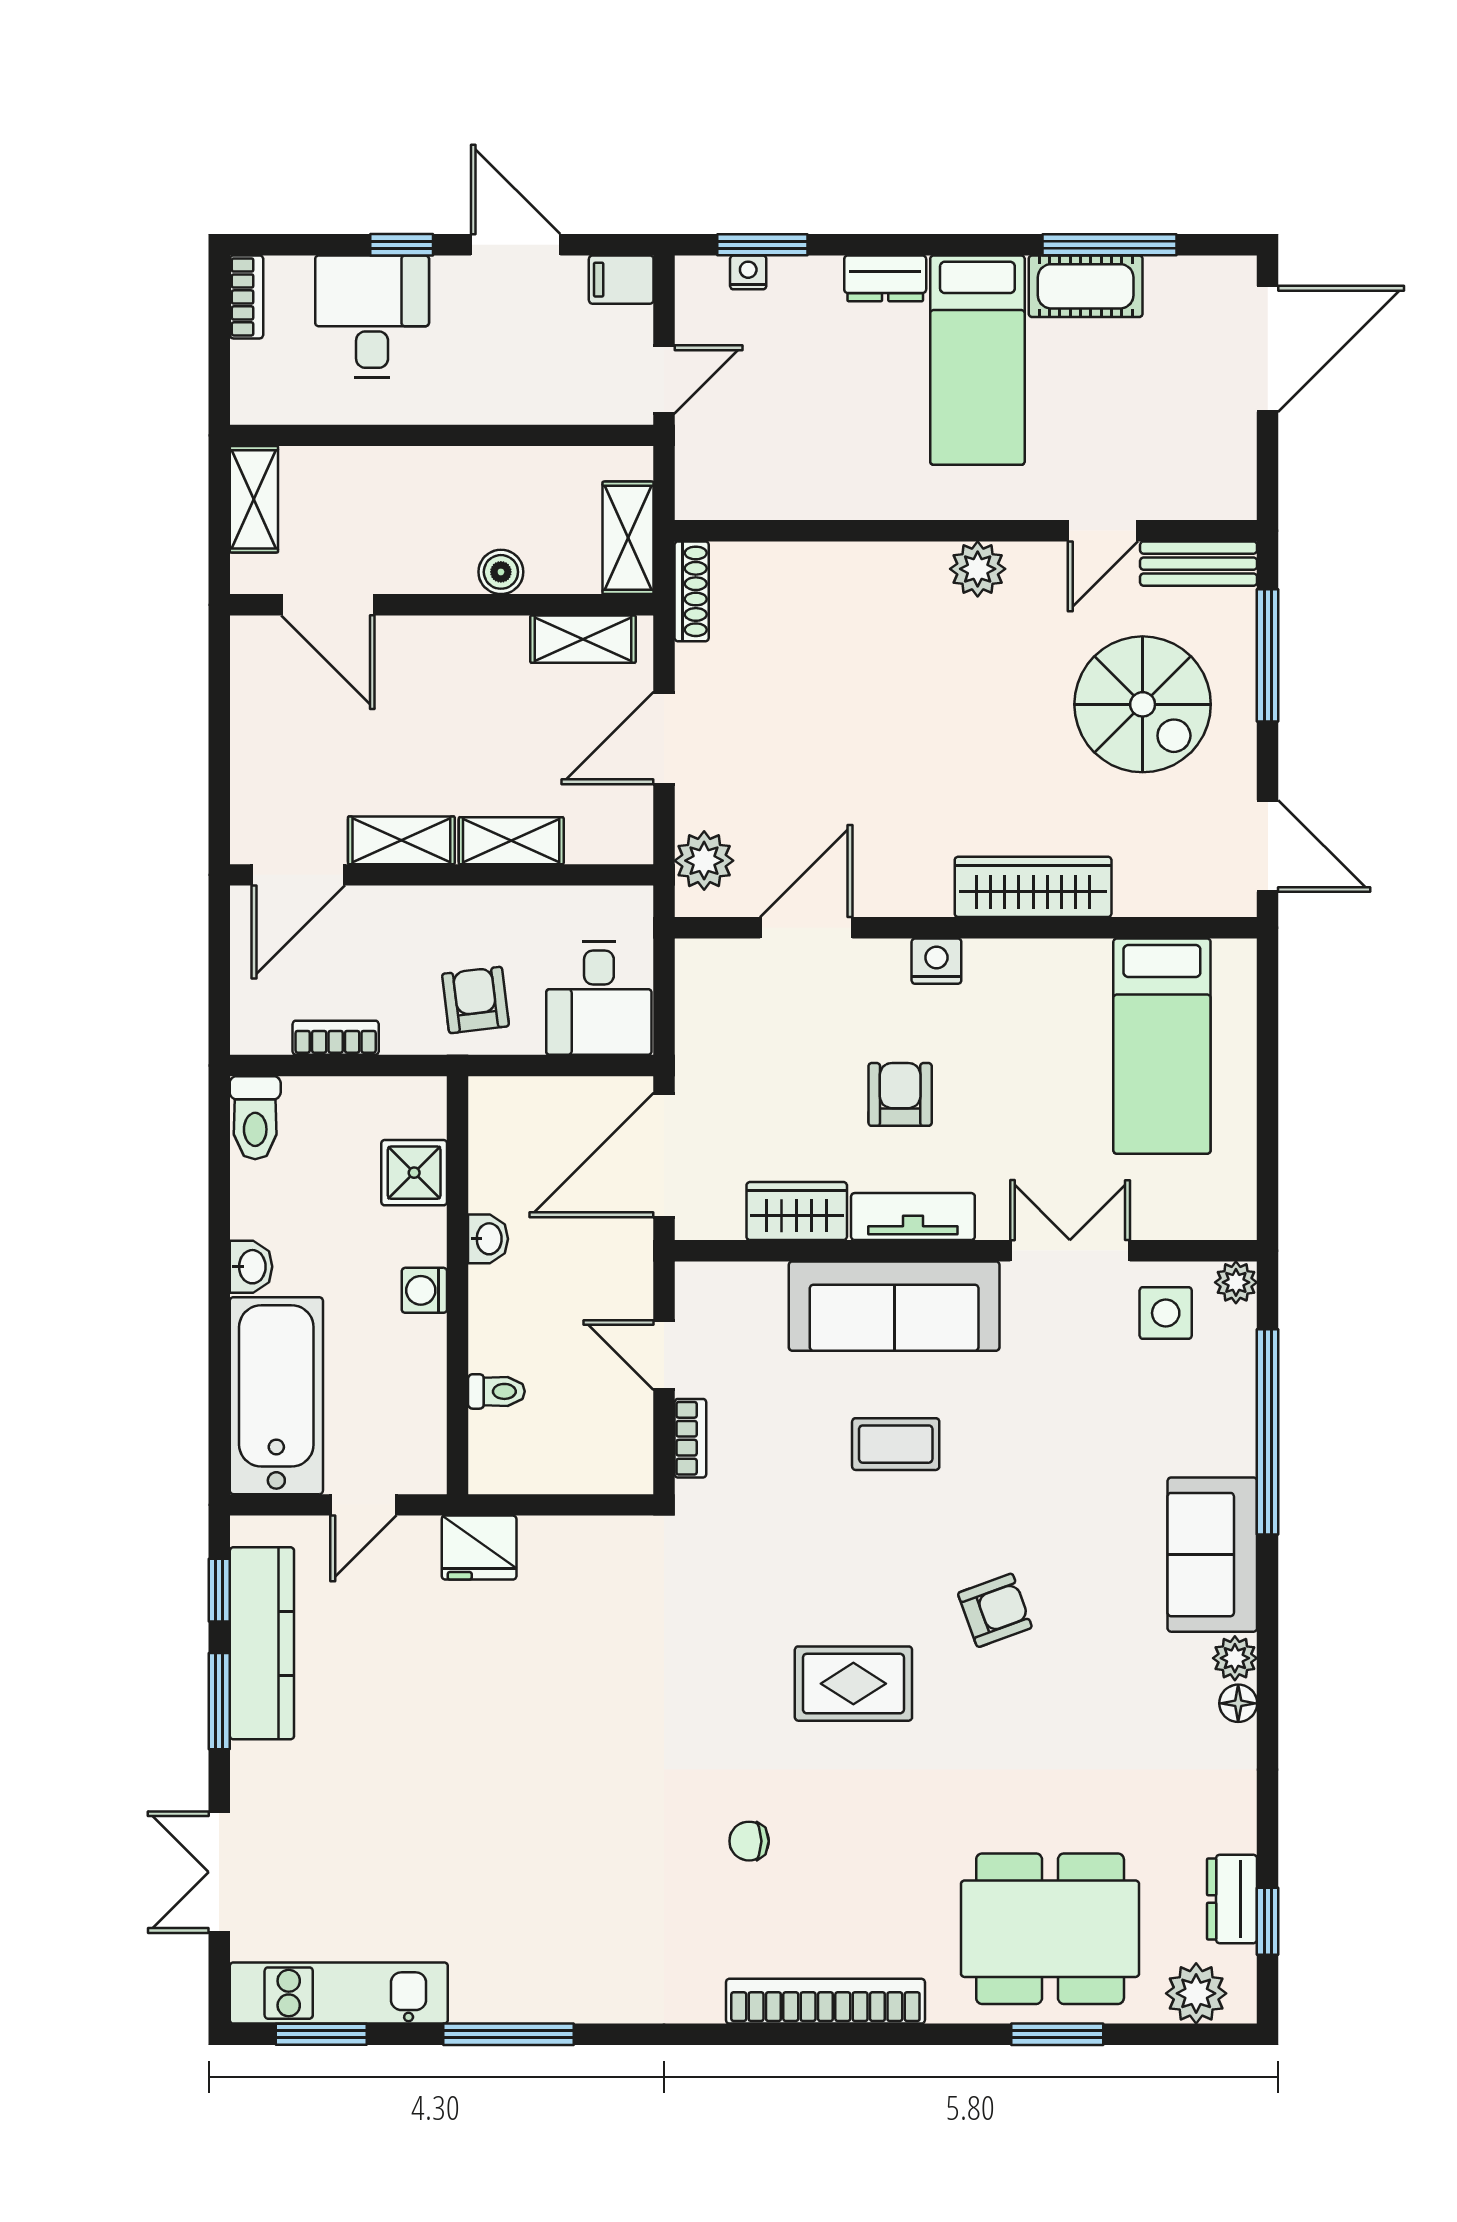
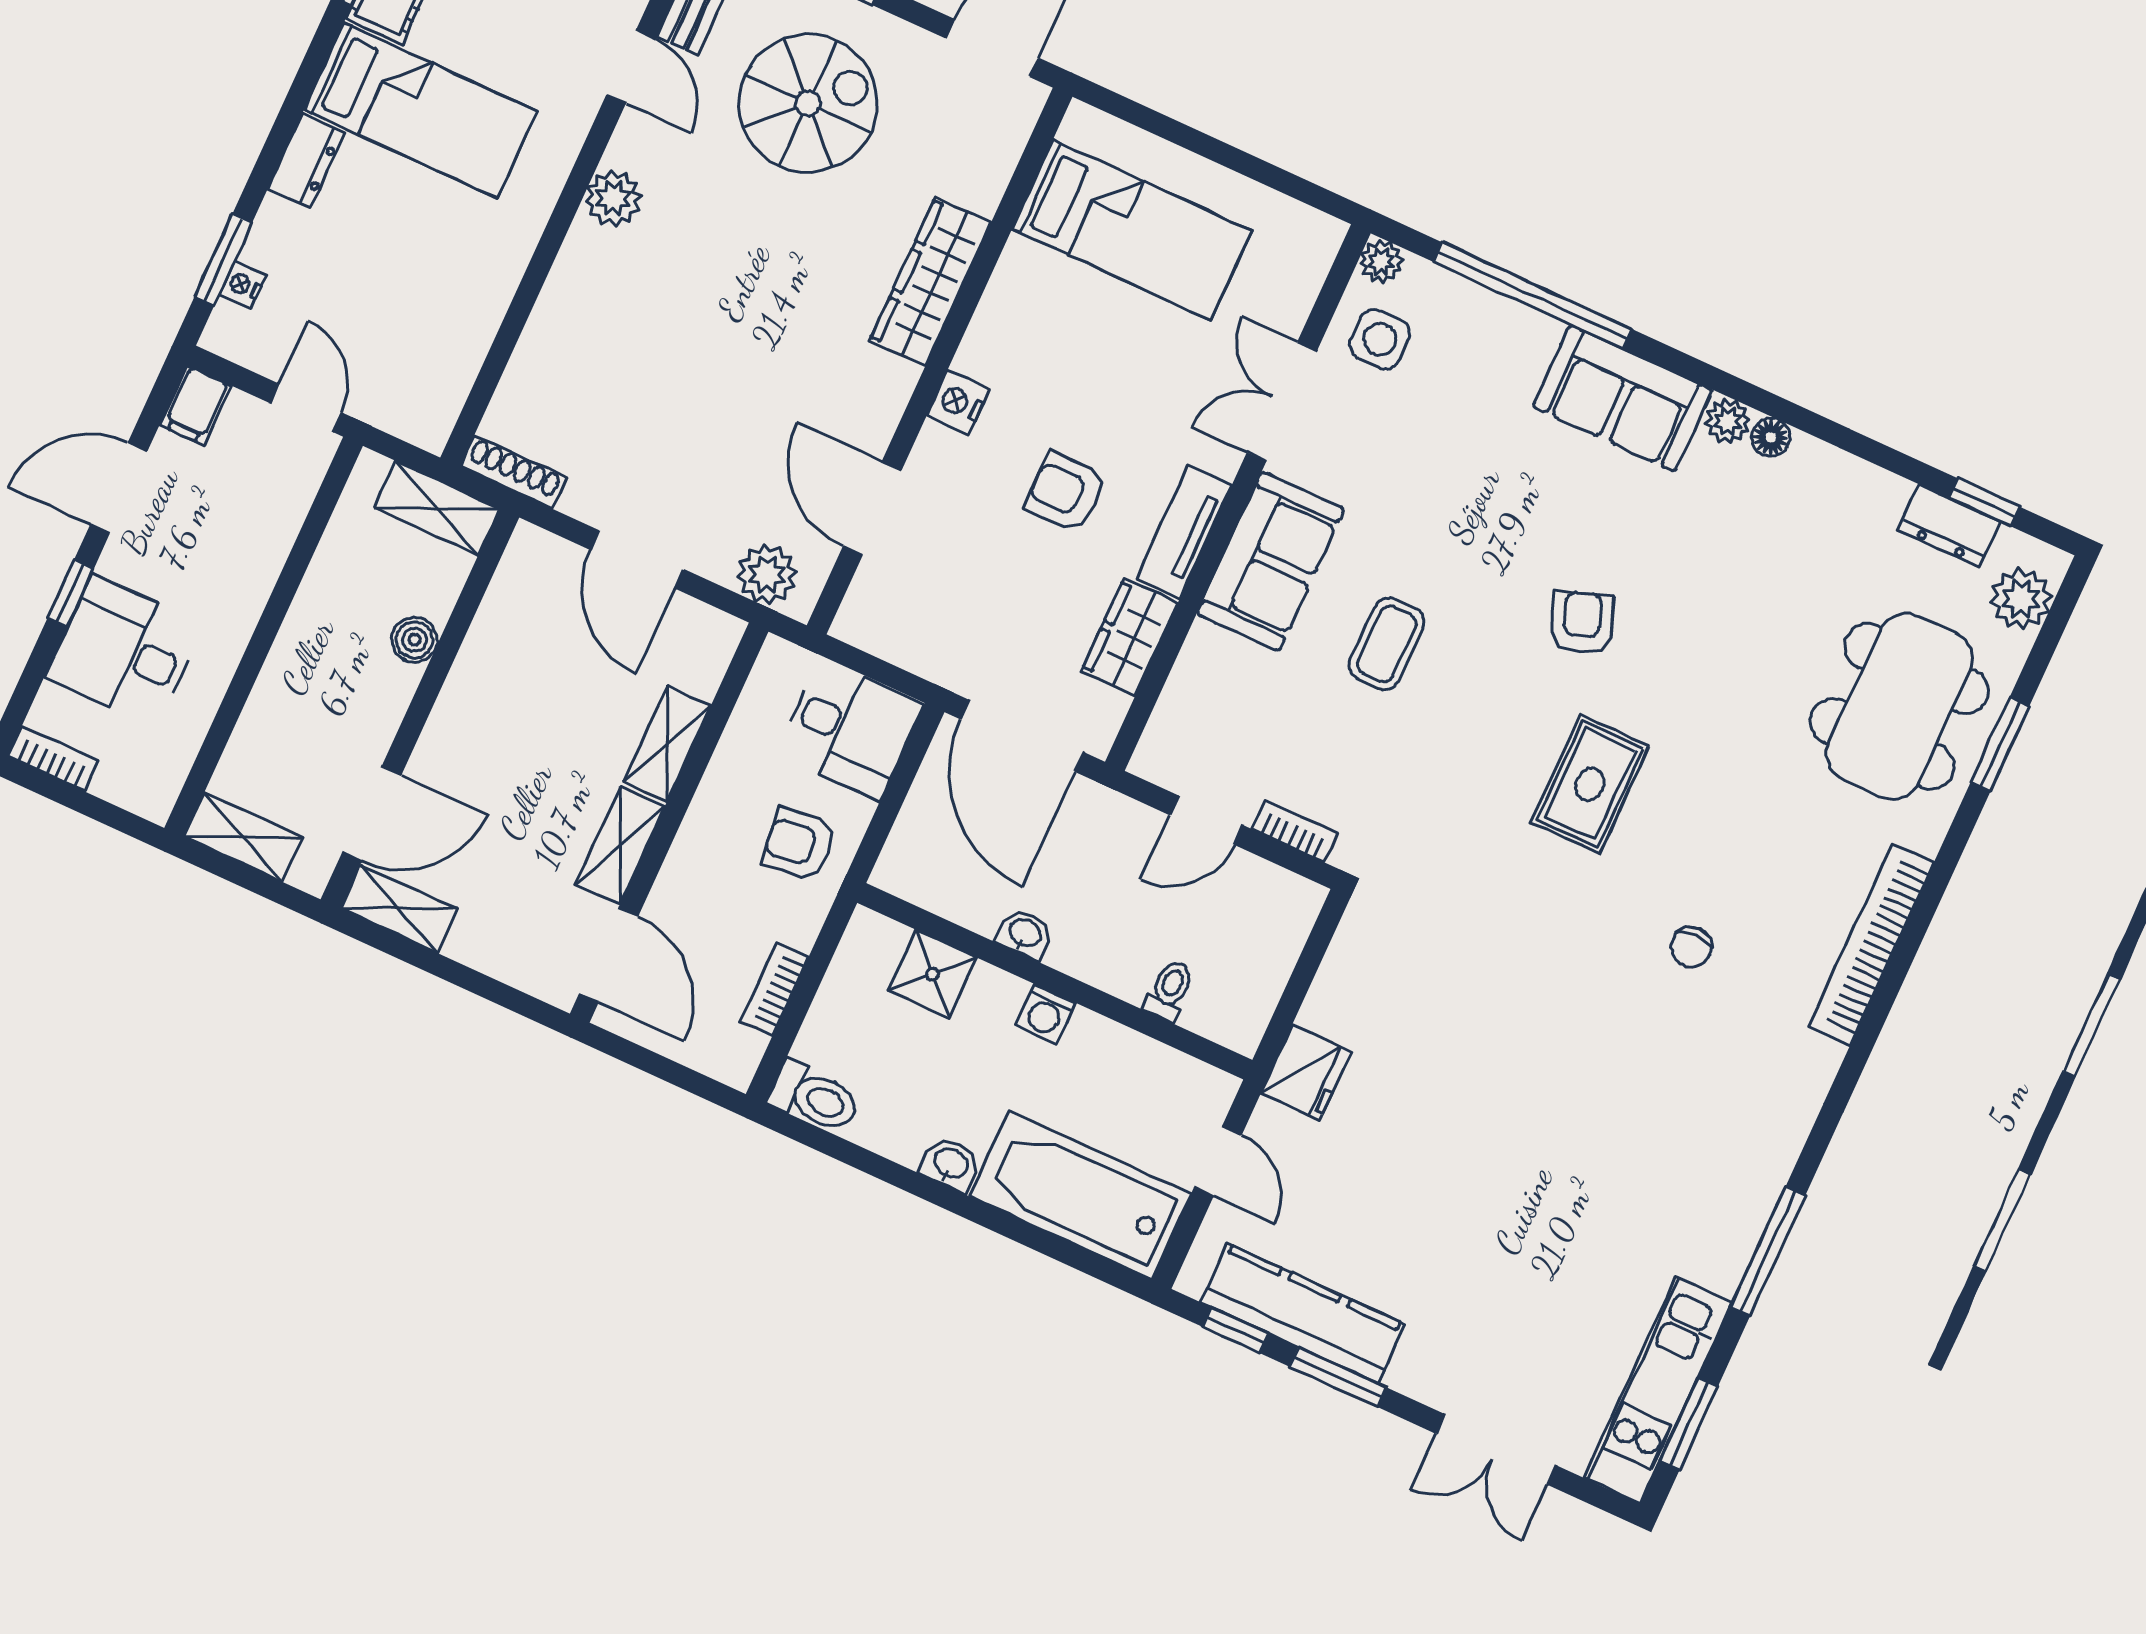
shelving: (583, 639) -> (399, 909), moved, turned 90
sofa: (894, 1306) -> (1270, 561), width x0.73

